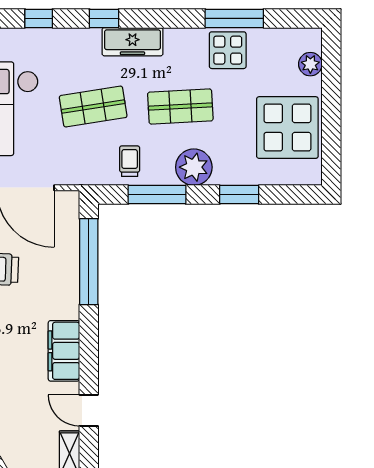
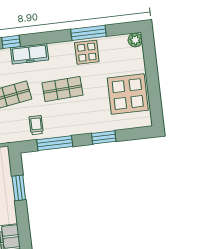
plant: (310, 64) -> (135, 40), moved
plant: (194, 167) -> (75, 124), removed
window: (89, 262) -> (19, 188), width x0.47

